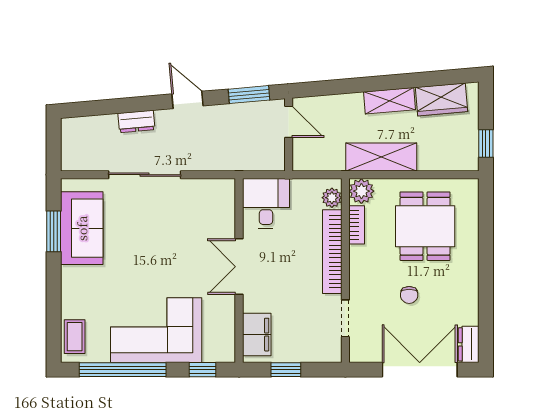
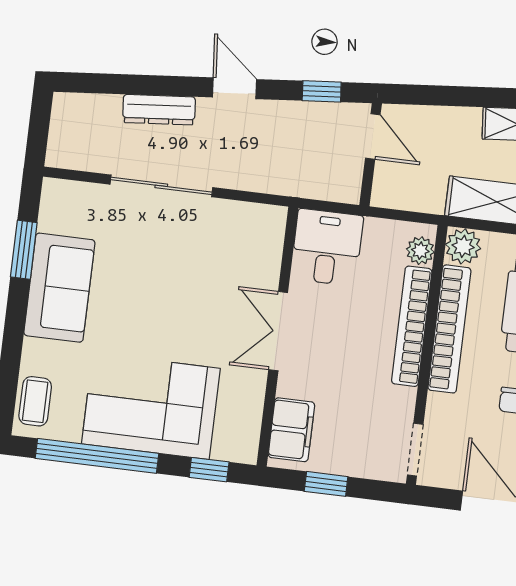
window: (249, 95) -> (322, 91), width x0.67
dresser: (136, 121) -> (159, 110), width x1.44
bookcase: (357, 225) -> (449, 329), width x2.31, depth x1.31
sofa: (82, 228) -> (59, 288), moved
doorway: (345, 318) -> (415, 450), moved

